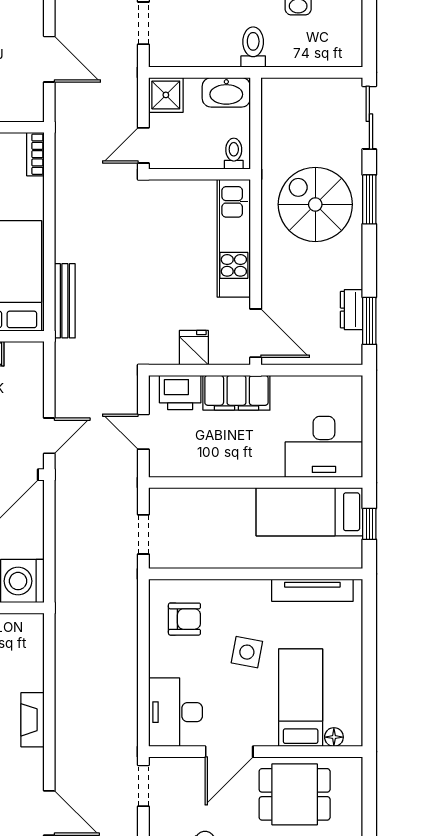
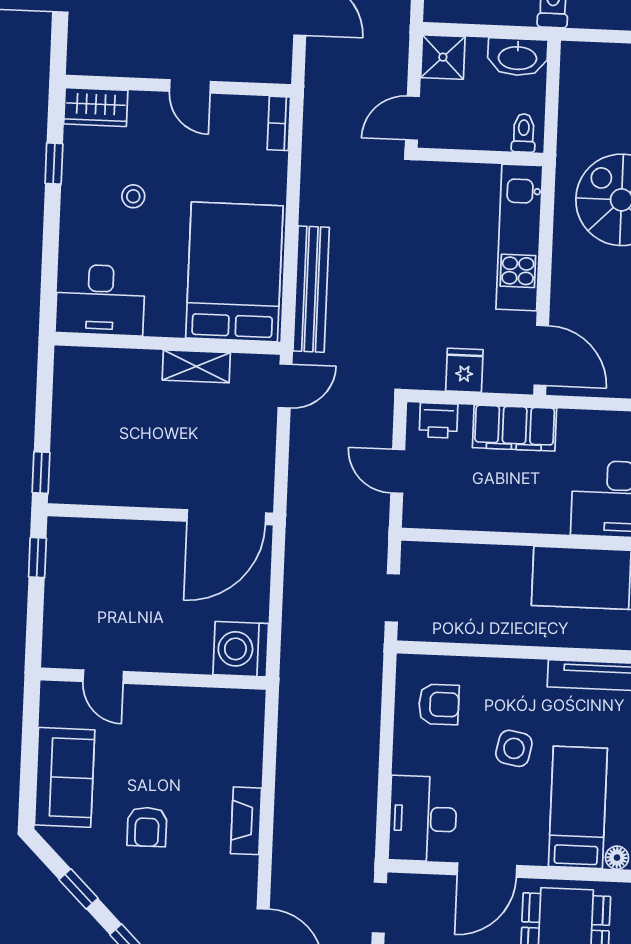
bench: (65, 301) -> (311, 289), width x1.37, depth x1.21
printer: (180, 393) -> (438, 420), width x0.73, depth x0.81
door: (49, 436) -> (285, 386), moved

